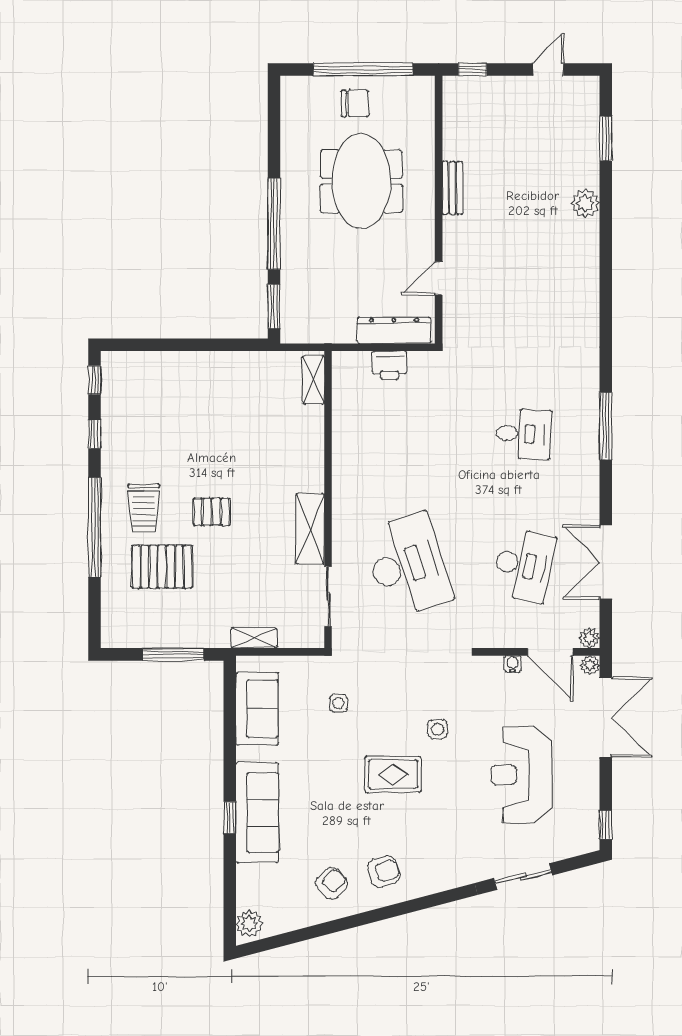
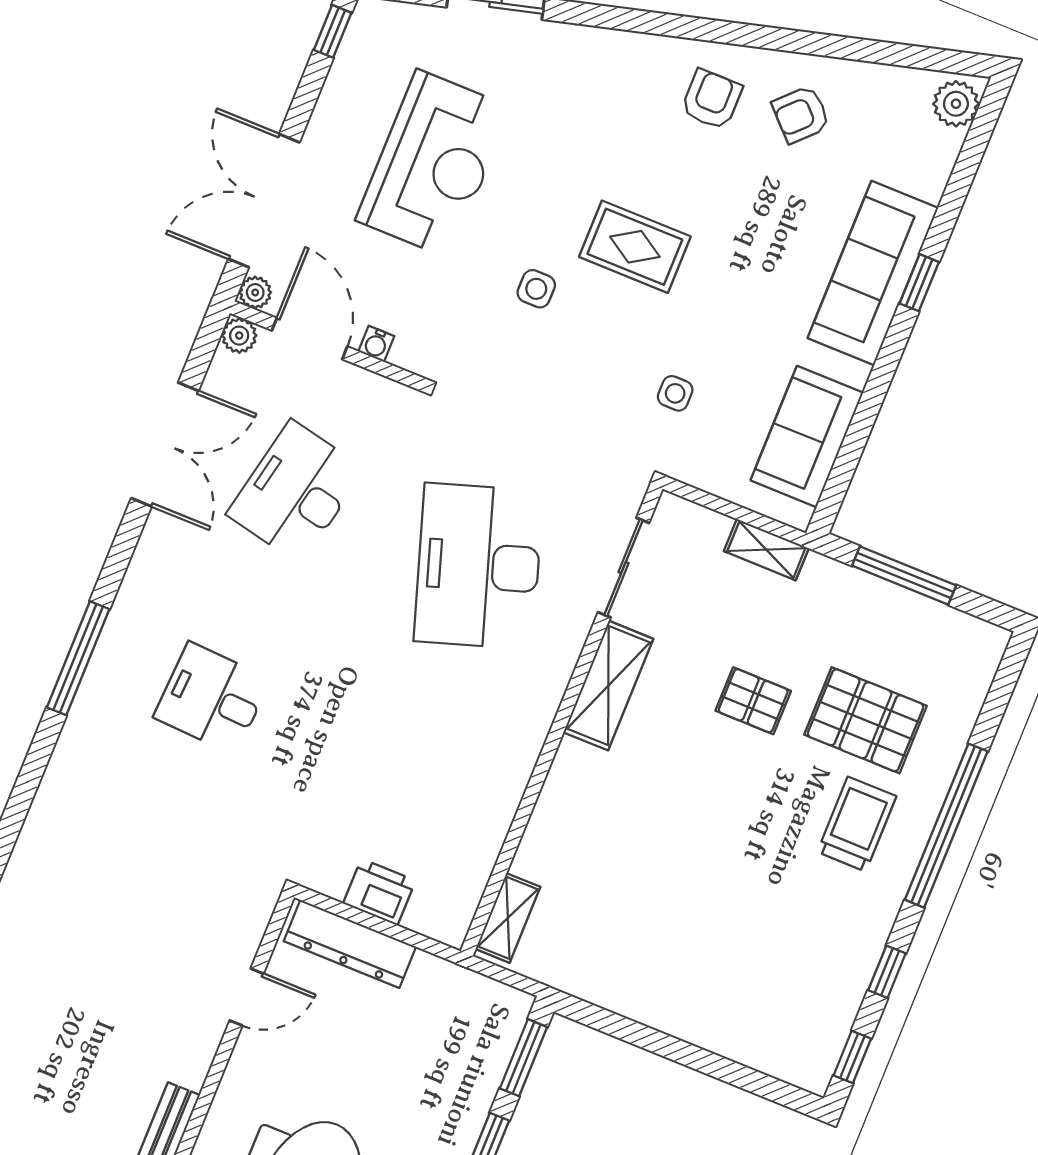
pallet: (212, 512) -> (753, 701), moved
armchair: (384, 872) -> (712, 99), turned 106

